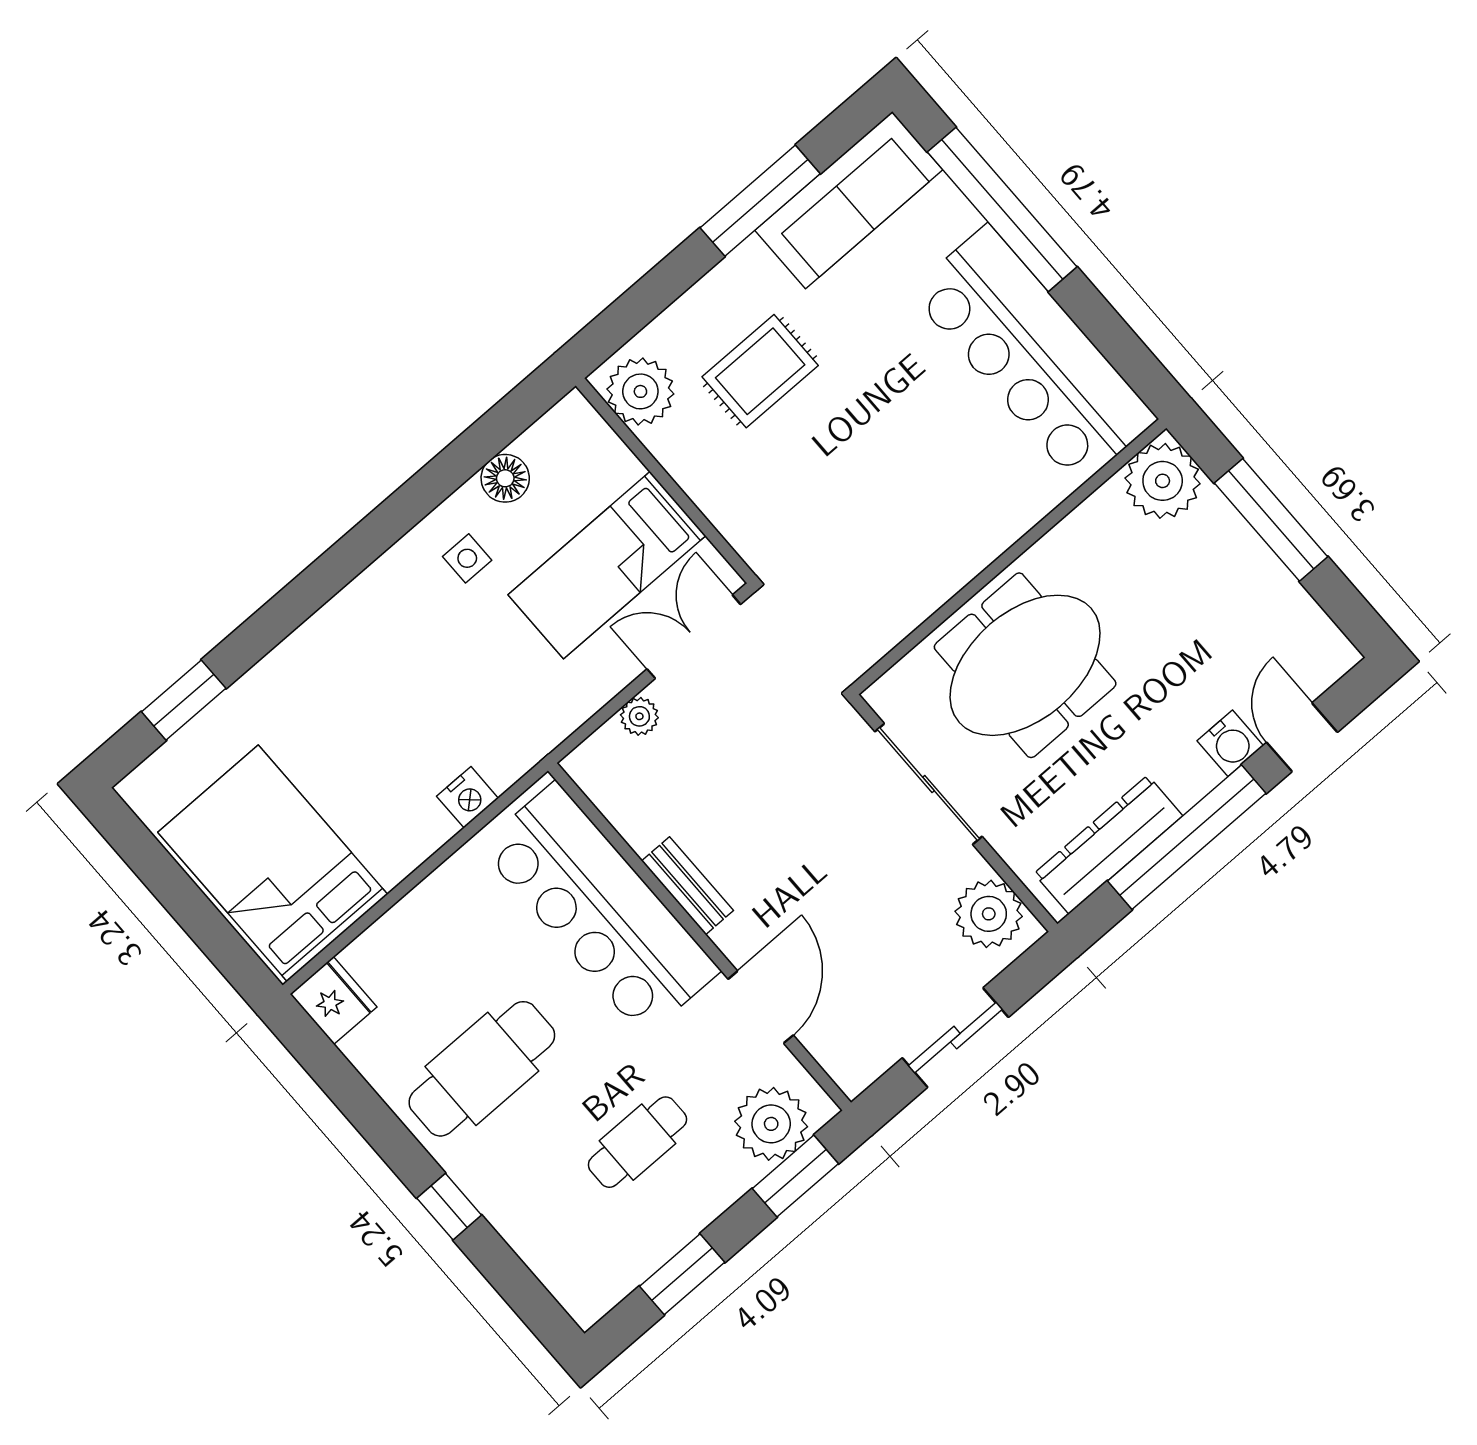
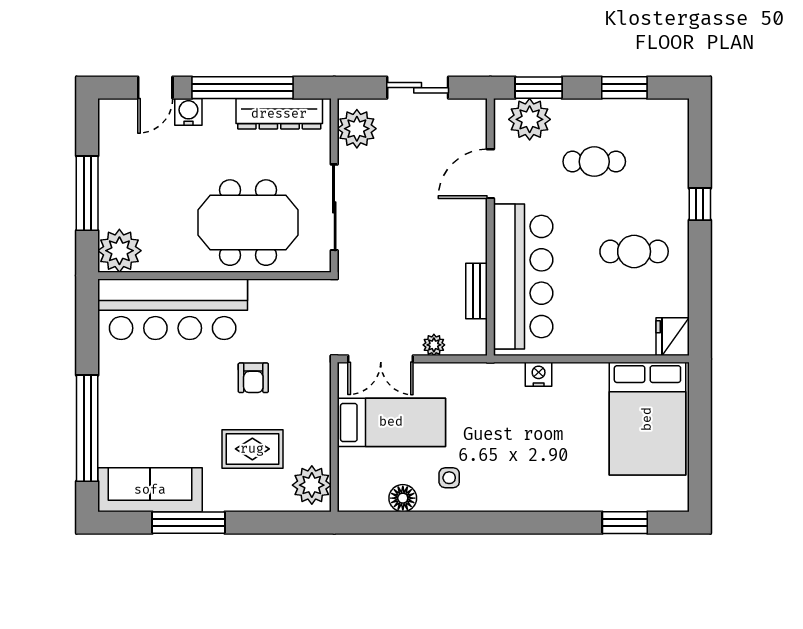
bar counter: (1033, 355) -> (173, 309), moved, turned 90
armchair: (840, 466) -> (253, 378), added
bench: (688, 886) -> (476, 291), moved
cafe table: (482, 1069) -> (634, 251), width x0.73, depth x0.74

